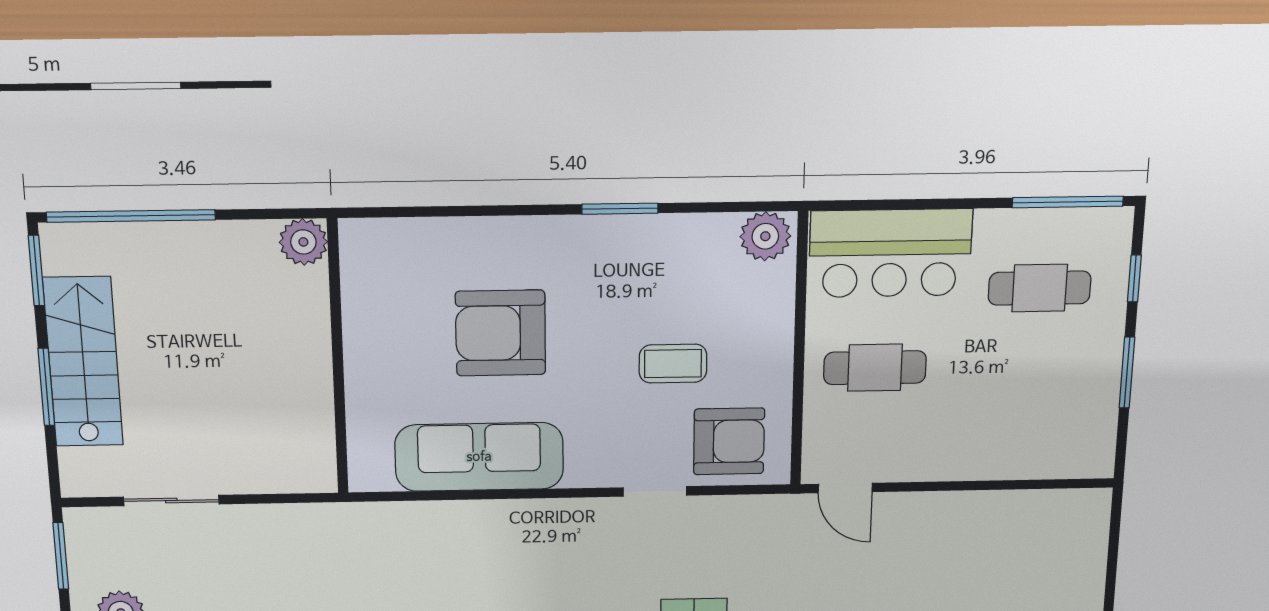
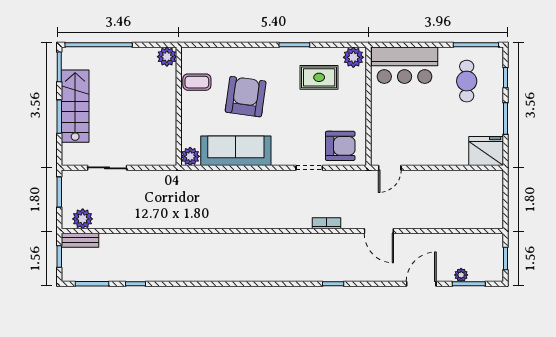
rug: (680, 285) -> (319, 77), added
cafe table: (1040, 288) -> (467, 81), turned 90
armchair: (501, 333) -> (246, 97), turned 98
coffee table: (673, 364) -> (197, 82), moved
cafe table: (875, 368) -> (400, 114), removed
fridge: (1075, 447) -> (486, 151), added
plant: (370, 471) -> (190, 156), added
door: (845, 488) -> (390, 168), hinge flipped

